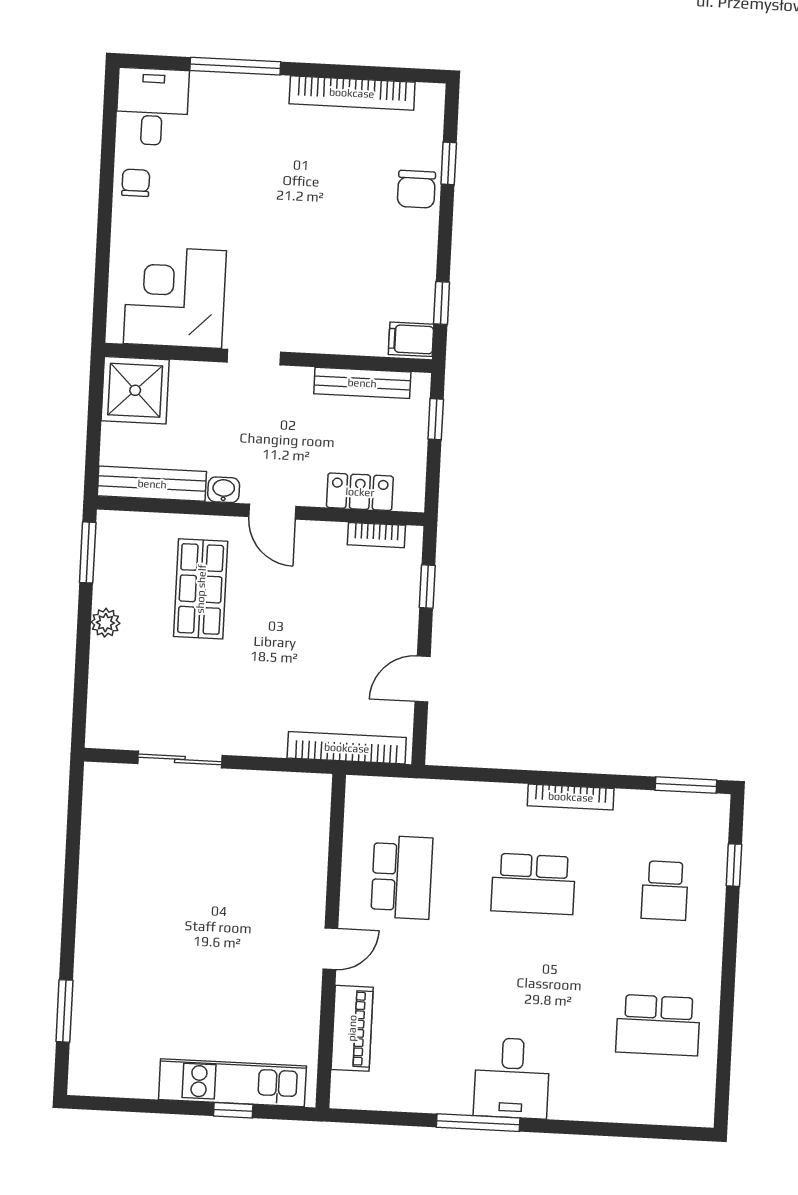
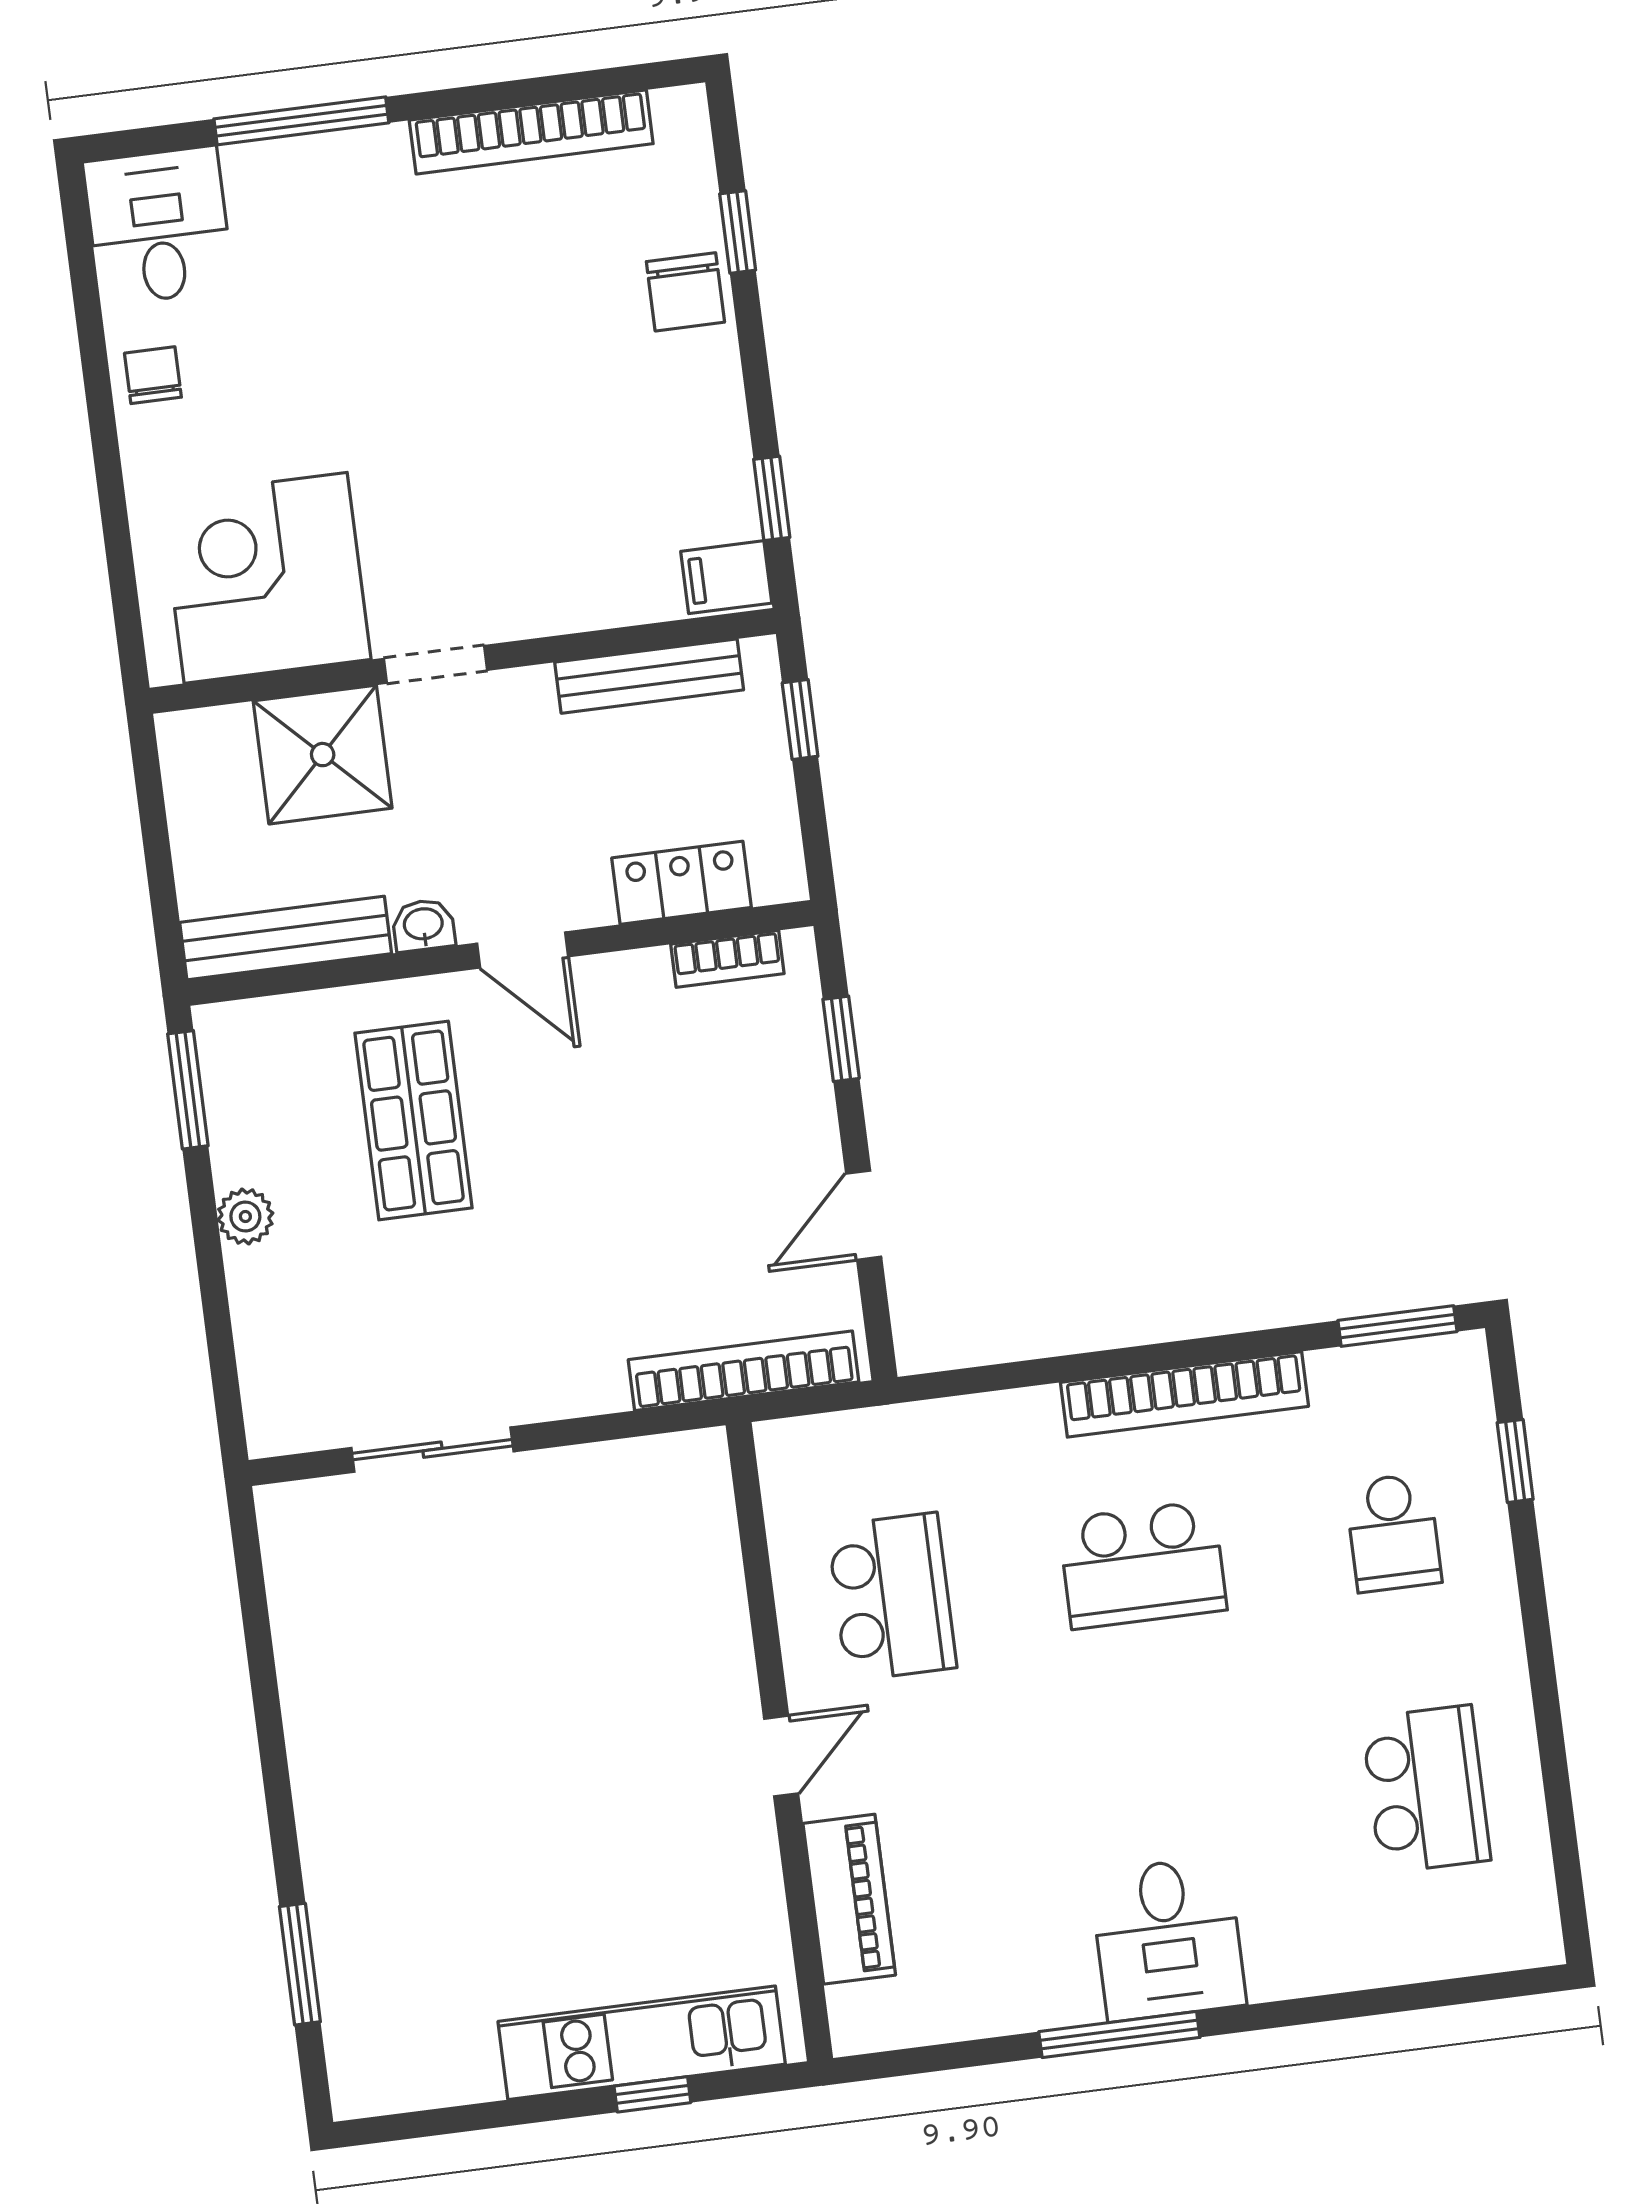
shower: (135, 390) -> (323, 755), moved
bookcase: (571, 797) -> (1184, 1394), width x1.48, depth x1.31
school desk: (658, 1025) -> (1426, 1789), turned -90

